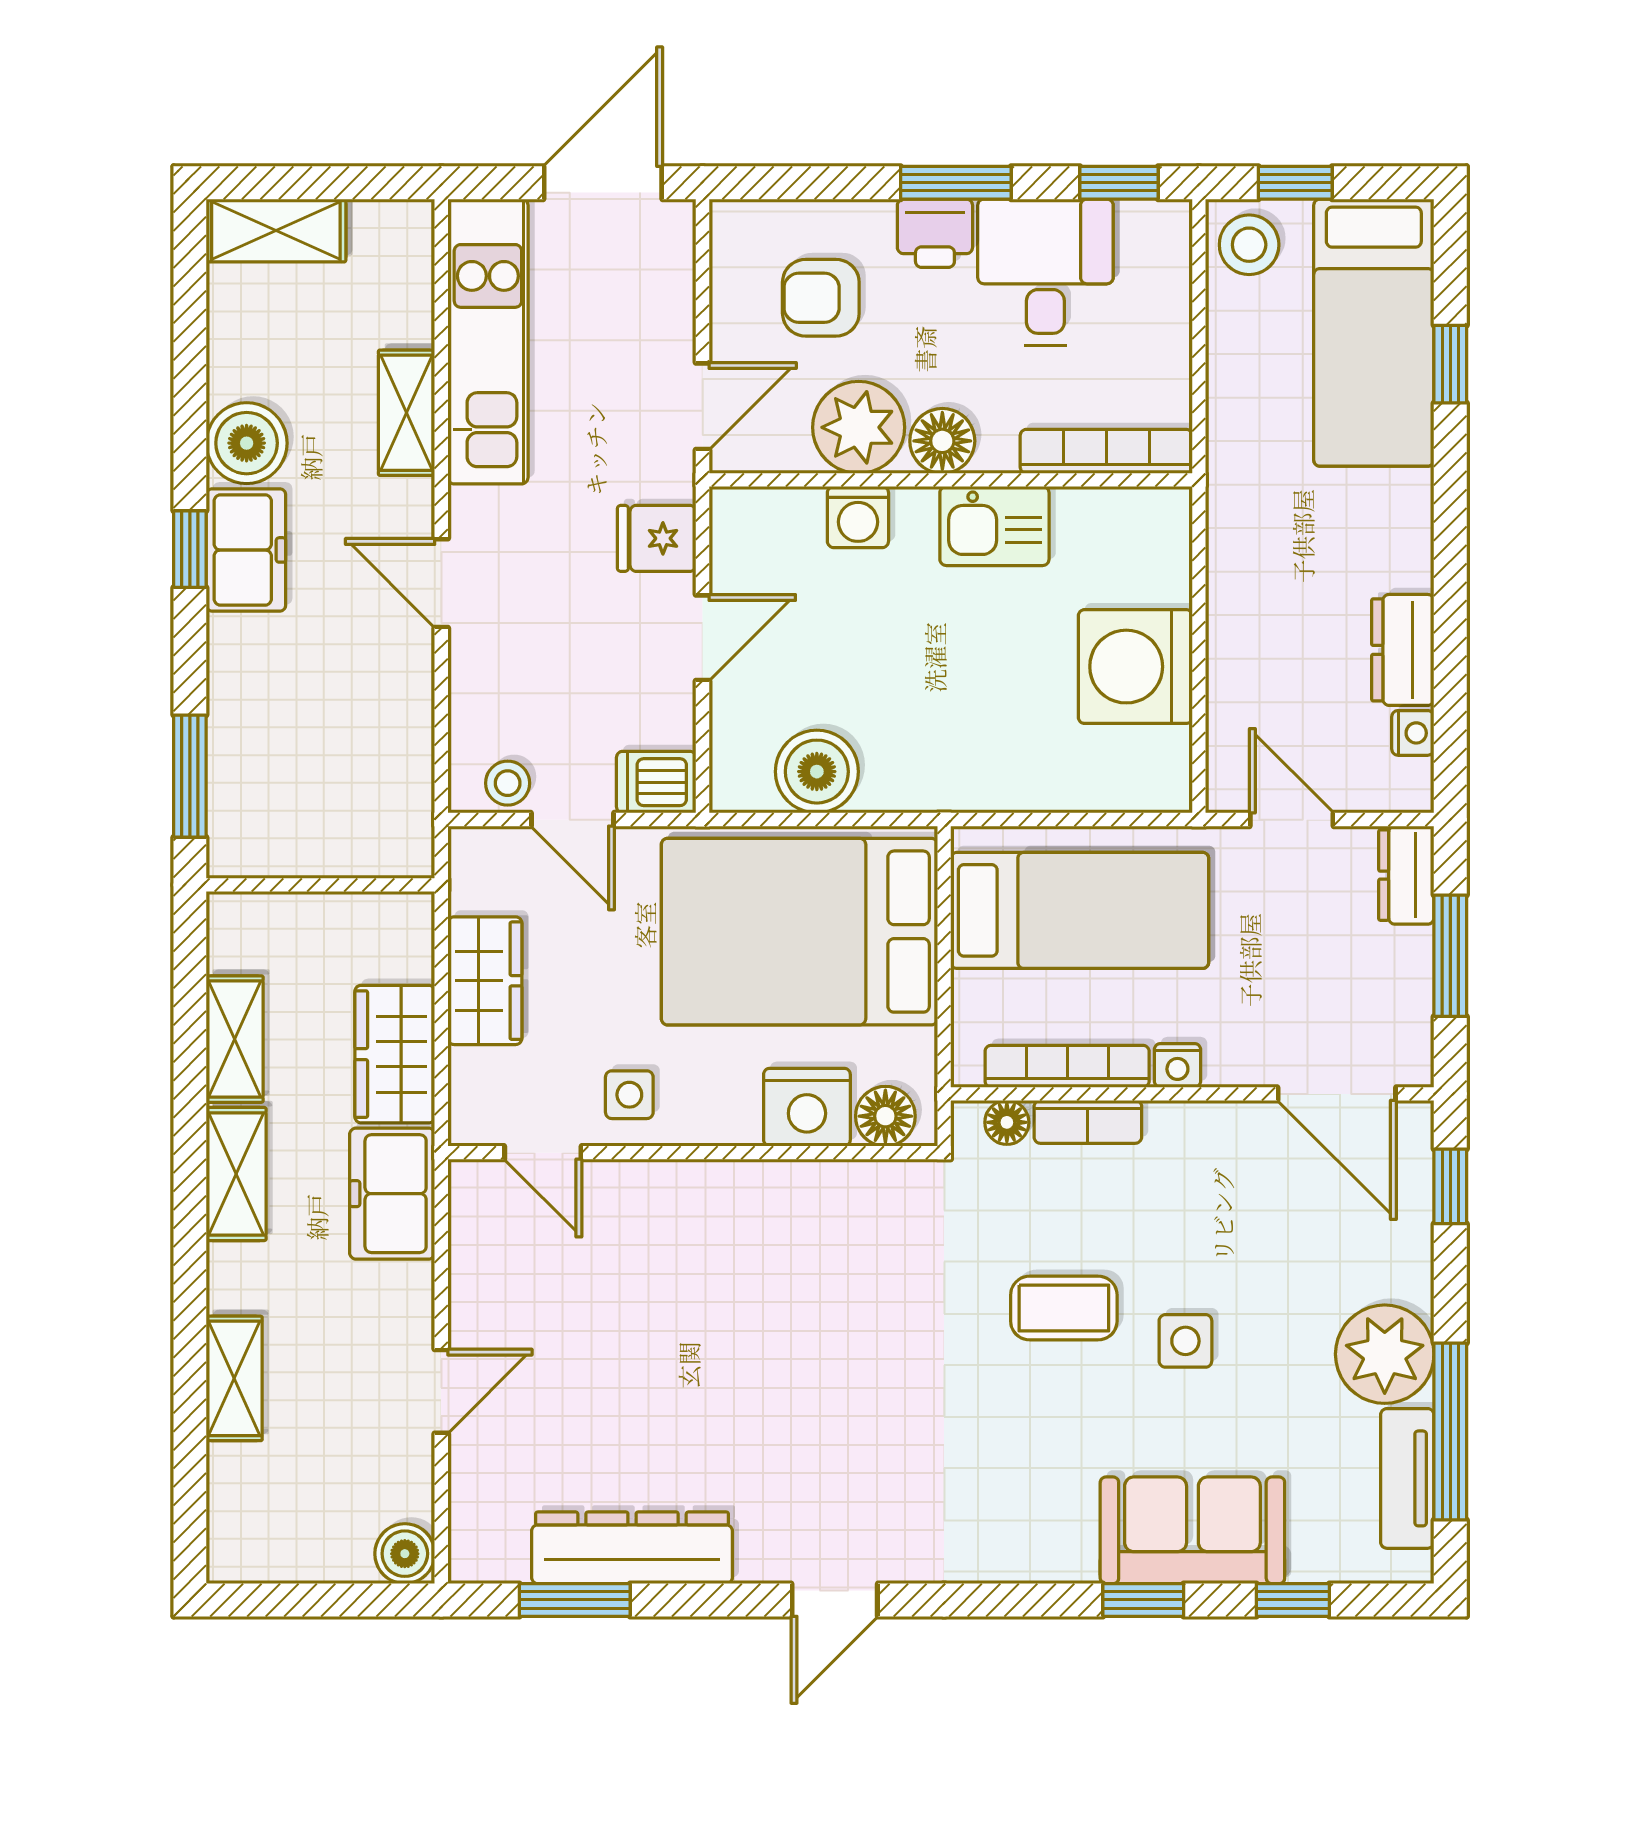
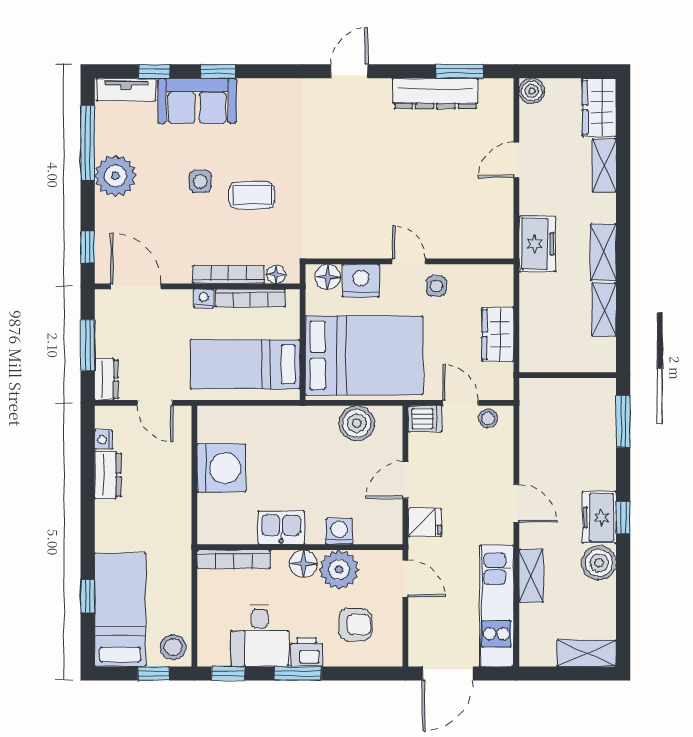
door: (703, 406) -> (405, 578), swing flipped
wardrobe: (395, 1054) -> (599, 107), moved, turned 180
bookcase: (1088, 1122) -> (229, 274), width x1.56
door: (543, 1153) -> (409, 261), moved
tv unit: (1407, 1478) -> (126, 90), moved, turned 90

